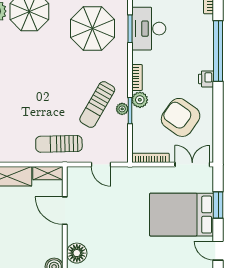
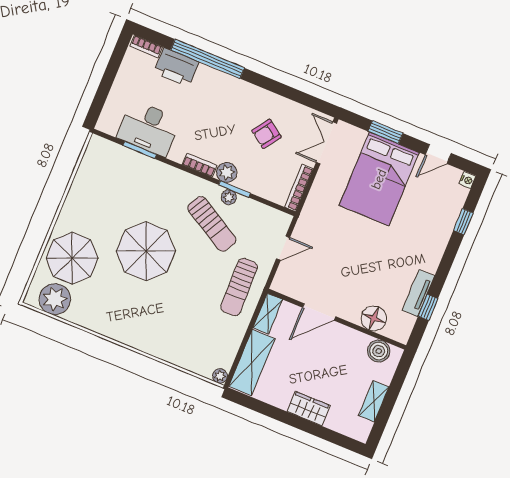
parasol: (92, 29) -> (146, 251), moved
printer: (206, 79) -> (176, 67), moved, width x1.87, depth x1.48
armchair: (181, 117) -> (266, 134), width x0.53, depth x0.53

